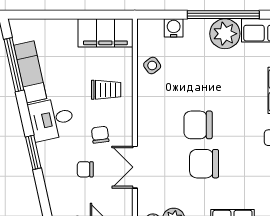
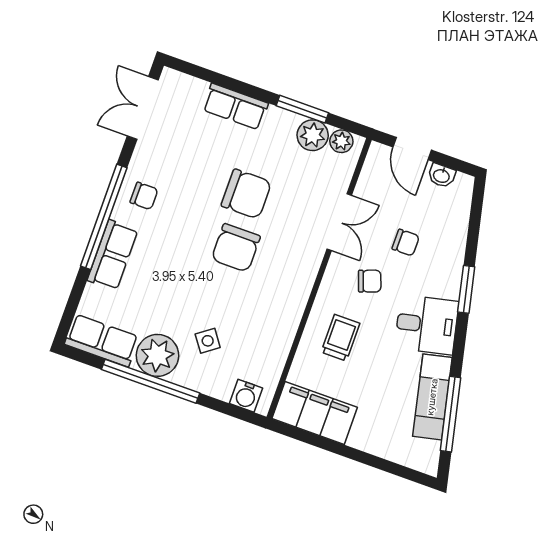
water cooler: (174, 28) -> (246, 396), moved
side table: (152, 65) -> (208, 341), moved
trolley: (106, 90) -> (340, 338), turned 90
chair: (198, 125) -> (236, 248), turned 90
chair: (100, 135) -> (370, 281), turned -103

